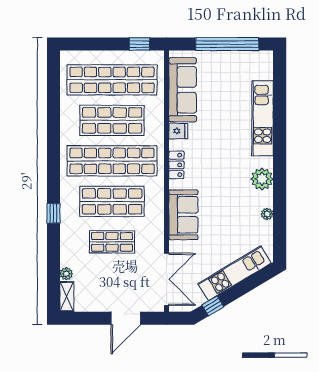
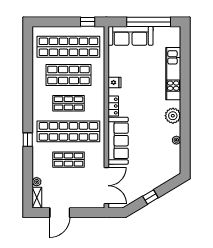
sofa: (183, 90) -> (130, 36), moved, turned 90
shop shelf: (112, 161) -> (68, 103), width x0.50, depth x0.74
shop shelf: (112, 201) -> (68, 131), width x1.40
sofa: (183, 215) -> (118, 141), width x1.36
kitchen unit: (234, 273) -> (154, 181), removed
window: (213, 306) -> (150, 197), moved
door: (126, 318) -> (60, 213), moved

